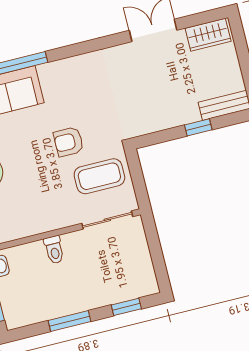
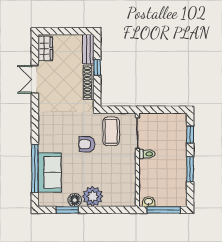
shoe rack: (170, 119) -> (89, 82), added
armchair: (68, 142) -> (87, 144), turned 90
toilet: (54, 250) -> (147, 154), moved

